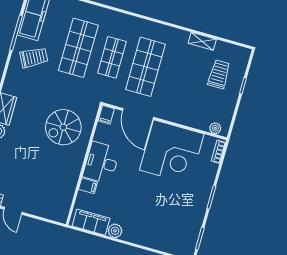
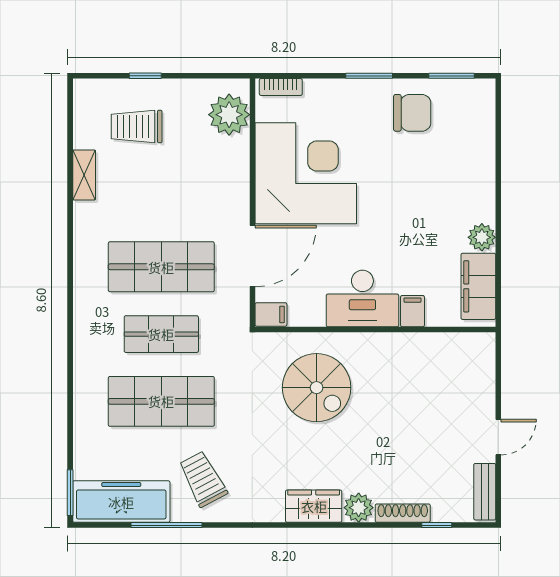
plant: (215, 128) -> (229, 115), width x1.88, depth x1.88
chair: (187, 214) -> (412, 113), added

